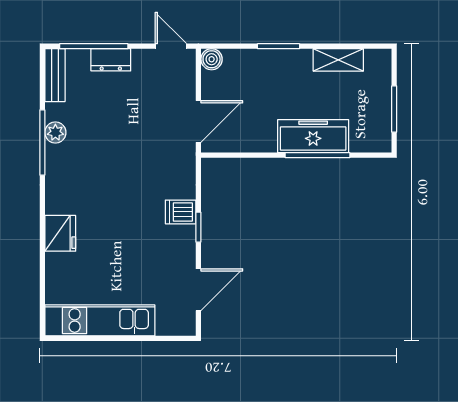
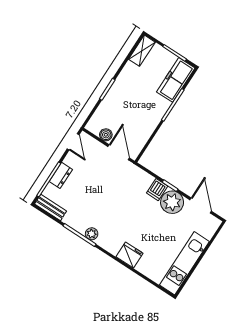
door: (171, 46) -> (73, 142), swing flipped
boiler: (212, 59) -> (106, 135), moved
shelving: (338, 60) -> (142, 51), moved
plant: (55, 132) -> (92, 234), moved
freezer: (313, 136) -> (176, 80), moved
plant: (176, 245) -> (172, 202), added

